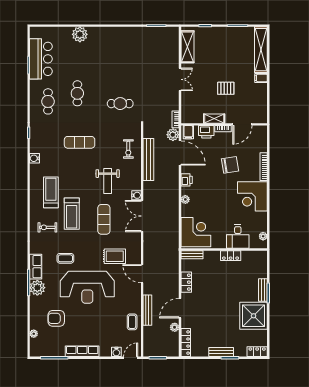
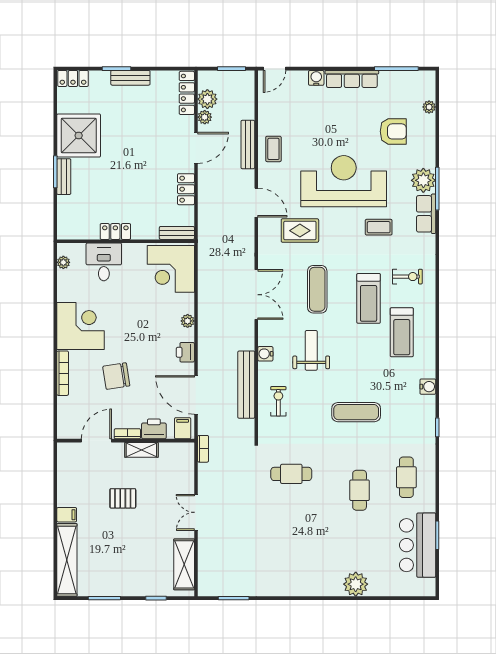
plant: (173, 135) -> (207, 99), moved
water cooler: (136, 195) -> (265, 354), moved
treadmill: (72, 214) -> (369, 298), turned 180
coffee table: (132, 322) -> (273, 149), moved
water cooler: (116, 352) -> (316, 78), moved

